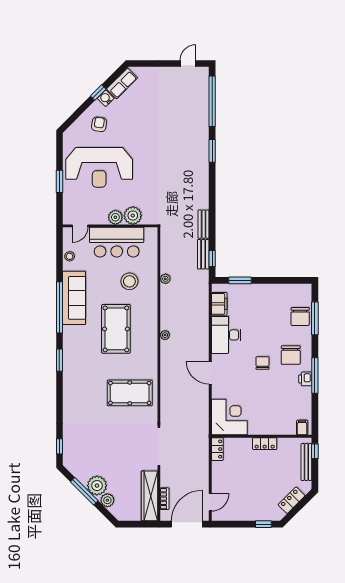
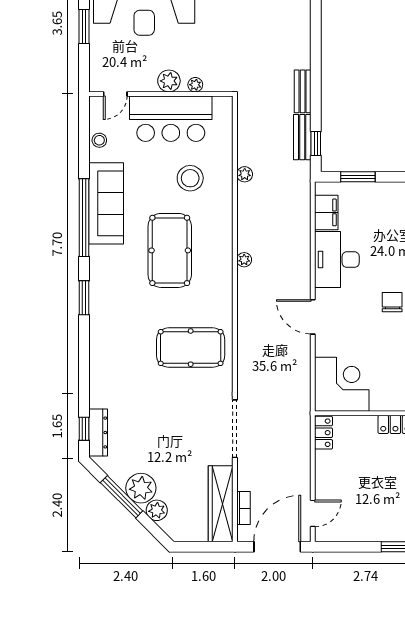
plant: (133, 216) -> (195, 85), width x0.53, depth x0.53
dresser: (69, 449) -> (98, 433), added

